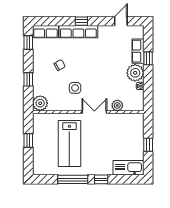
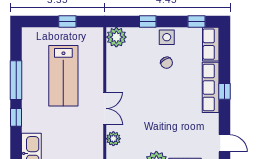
side table: (75, 88) -> (167, 37), moved
lab bench: (69, 143) -> (63, 76), turned -90

